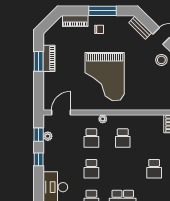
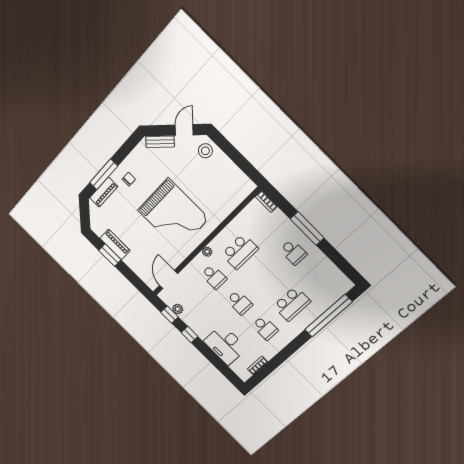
window: (102, 11) -> (104, 174), moved
school desk: (123, 138) -> (240, 252), width x1.85

